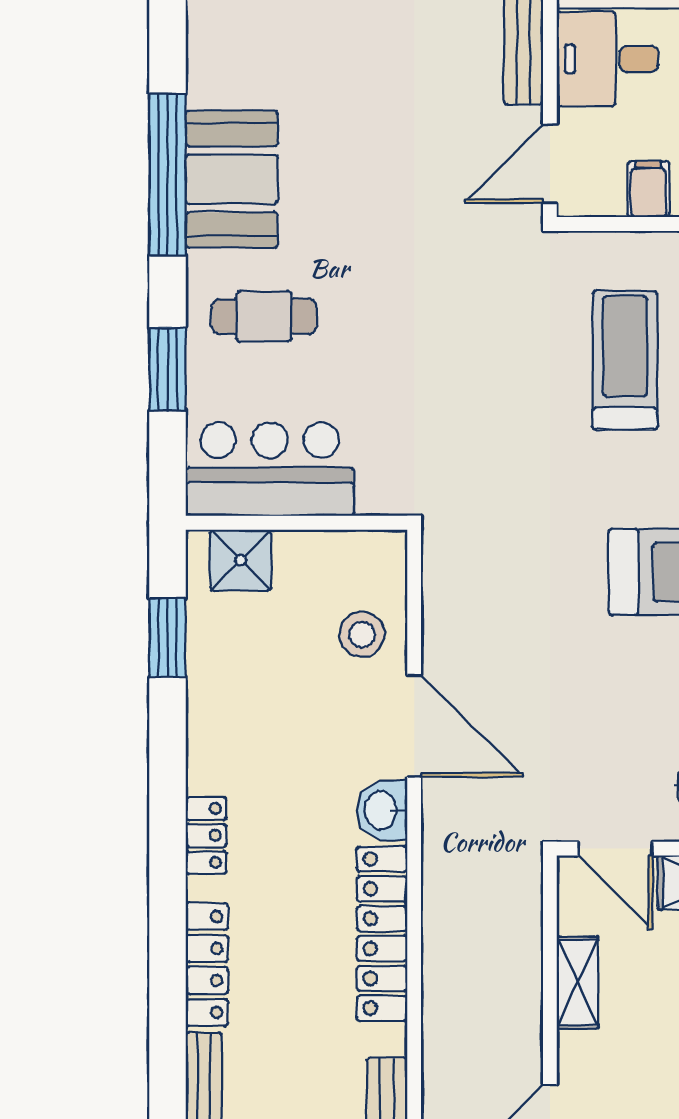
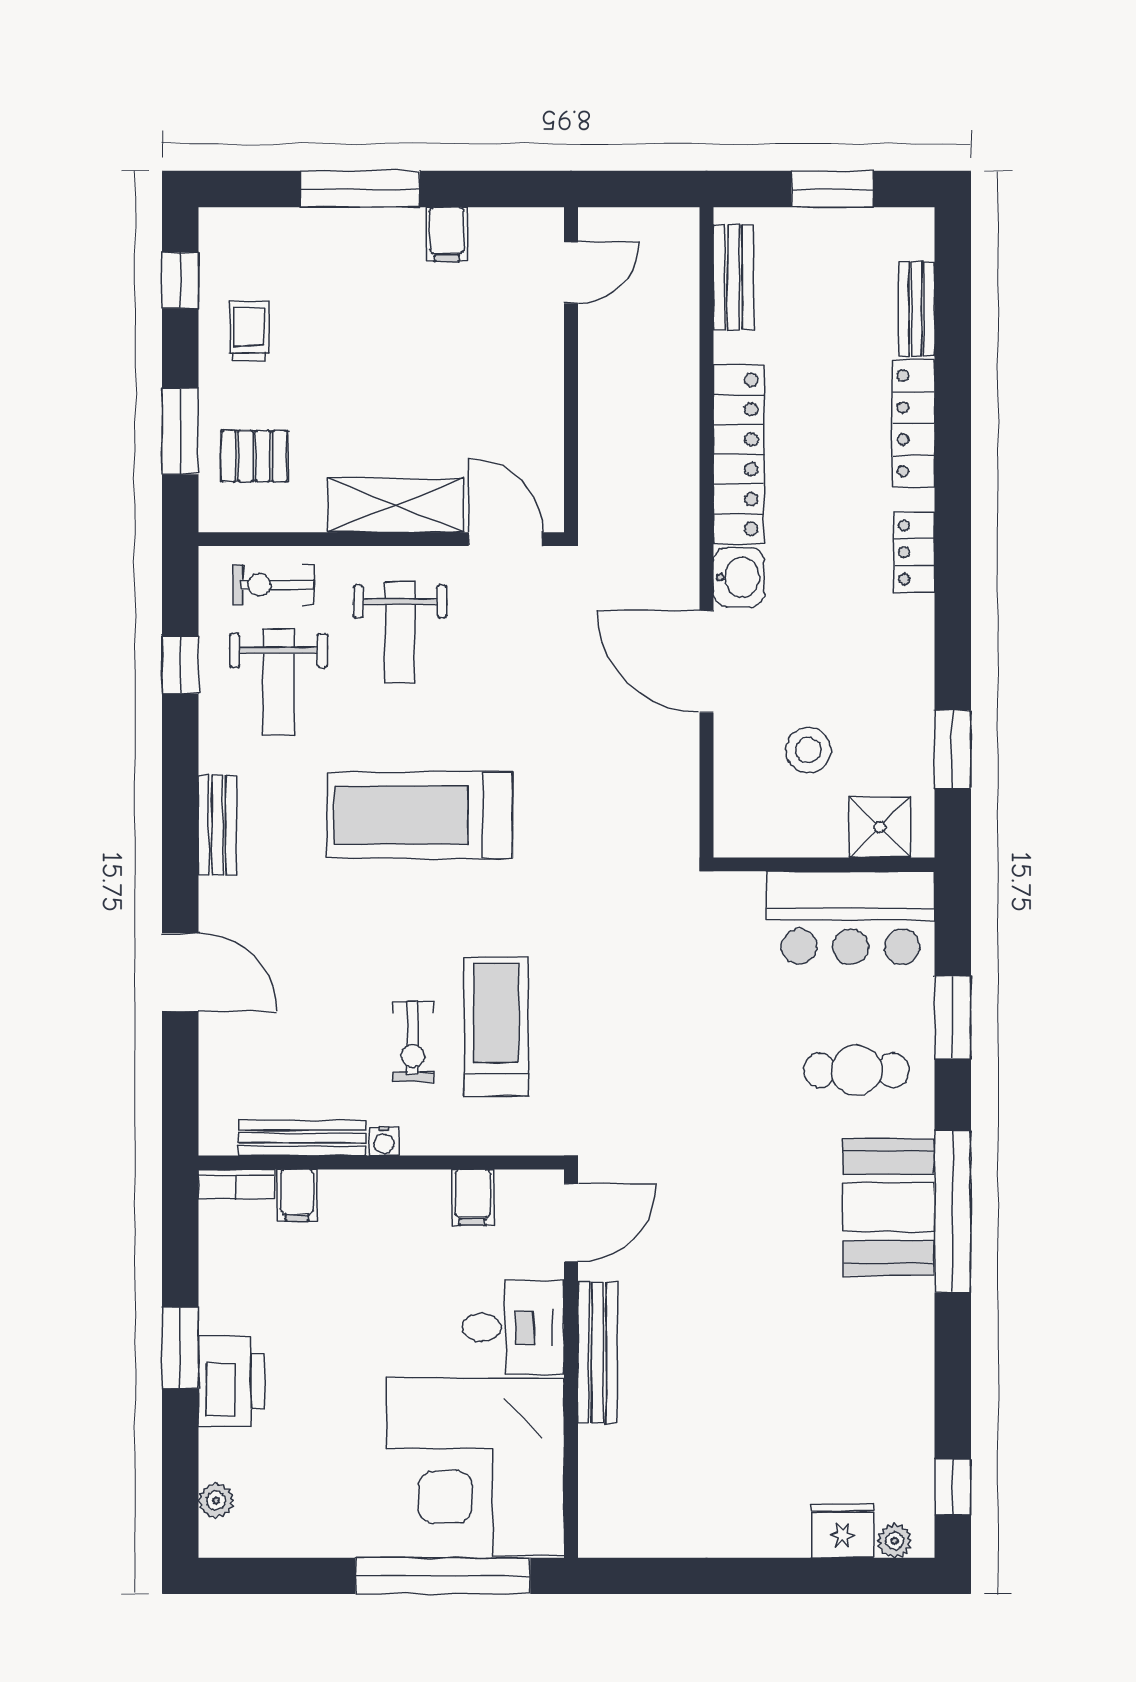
treadmill: (625, 360) -> (496, 1027), turned 180
stool: (362, 634) -> (808, 750), moved
shelving: (577, 982) -> (544, 406), removed

